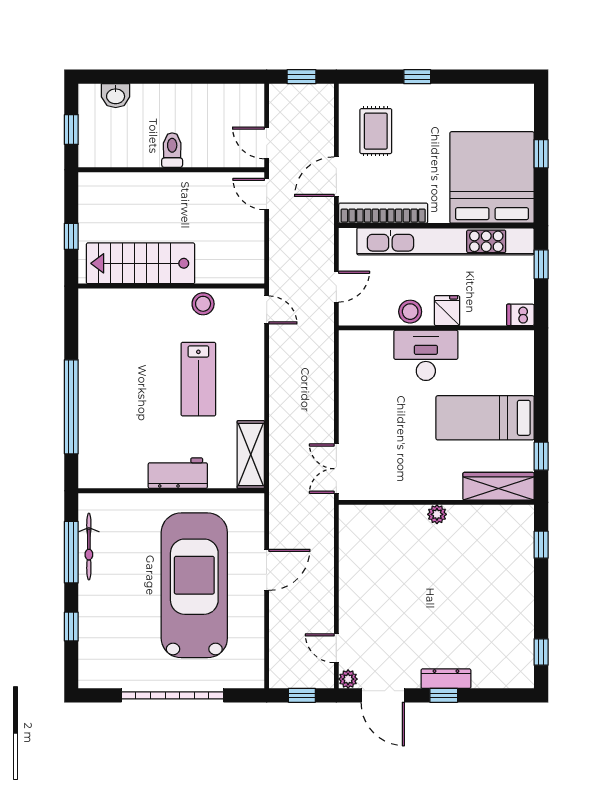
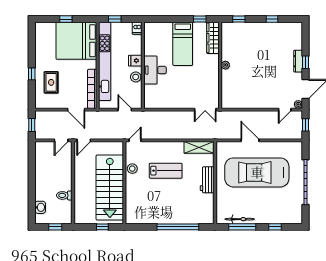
rug: (376, 131) -> (51, 82), moved, turned 90
toilet: (172, 150) -> (64, 195), moved
stairs: (140, 263) -> (110, 188), width x1.36, depth x1.51
window: (541, 652) -> (272, 19), moved

